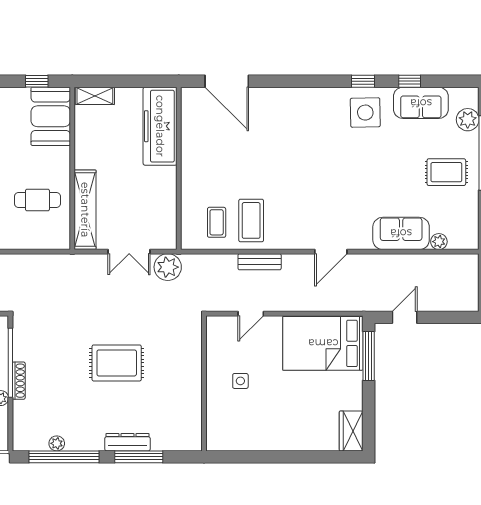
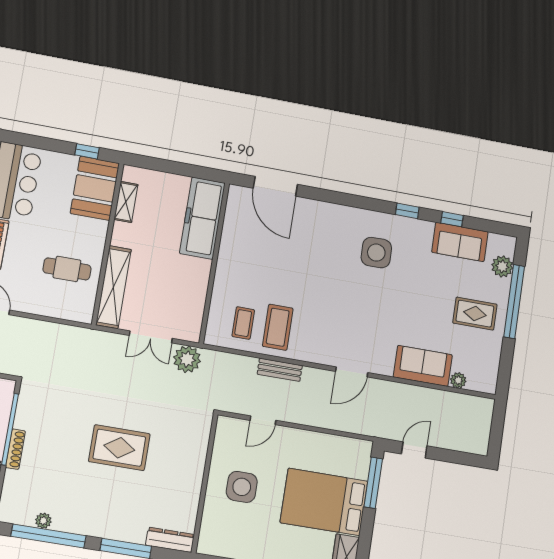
shelving: (95, 96) -> (126, 202), moved, turned 90
side table: (365, 113) -> (376, 253), moved
bed: (323, 343) -> (324, 502), moved
side table: (240, 381) -> (242, 487), width x1.87, depth x1.87
dresser: (127, 442) -> (170, 540), moved

